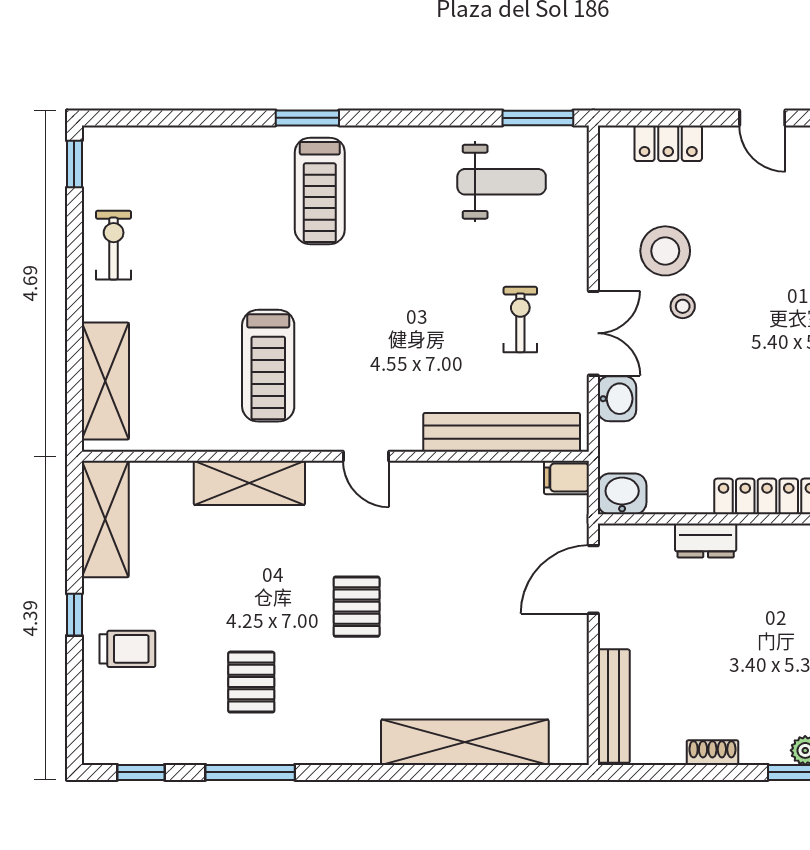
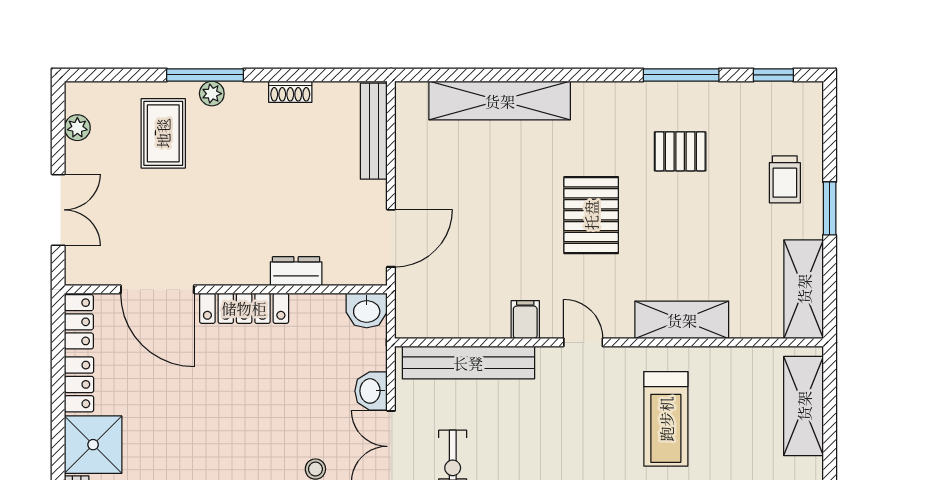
treadmill: (268, 366) -> (666, 419), turned 180
filing cabinet: (567, 477) -> (525, 320), moved, turned -90
pallet: (357, 607) -> (591, 215), width x1.50, depth x1.42
window: (74, 615) -> (830, 208), width x1.50
trolley: (127, 649) -> (785, 179), turned -90
pallet: (251, 682) -> (680, 151), turned 90

